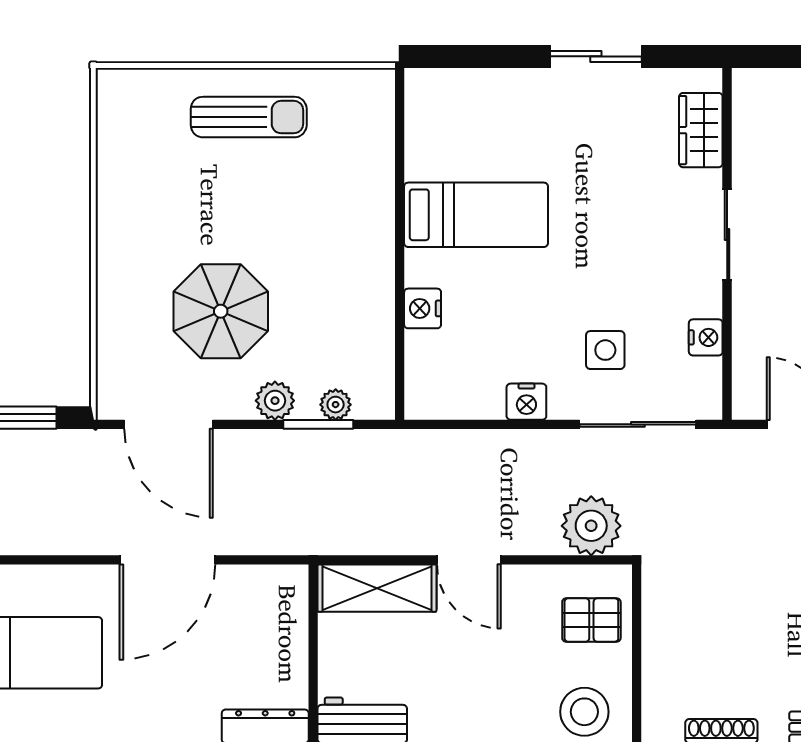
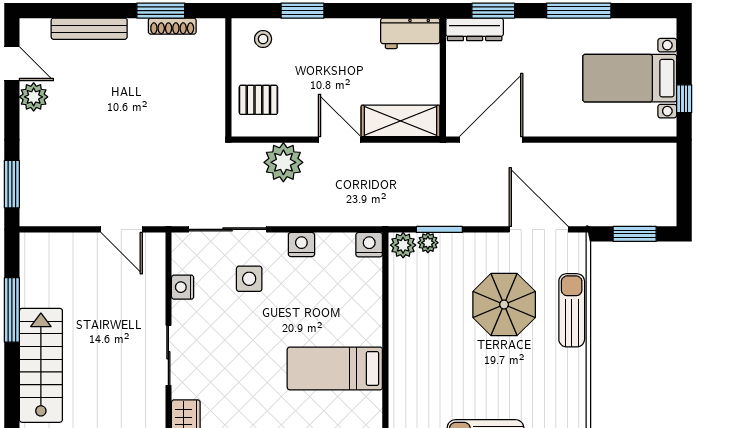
sun lounger: (119, 302) -> (572, 310), added
nightstand: (423, 308) -> (369, 245), moved, turned -90
plant: (275, 401) -> (403, 245), moved
plant: (591, 526) -> (283, 162), moved
door: (167, 560) -> (491, 140), moved
stool: (584, 712) -> (263, 39), width x0.53, depth x0.53

